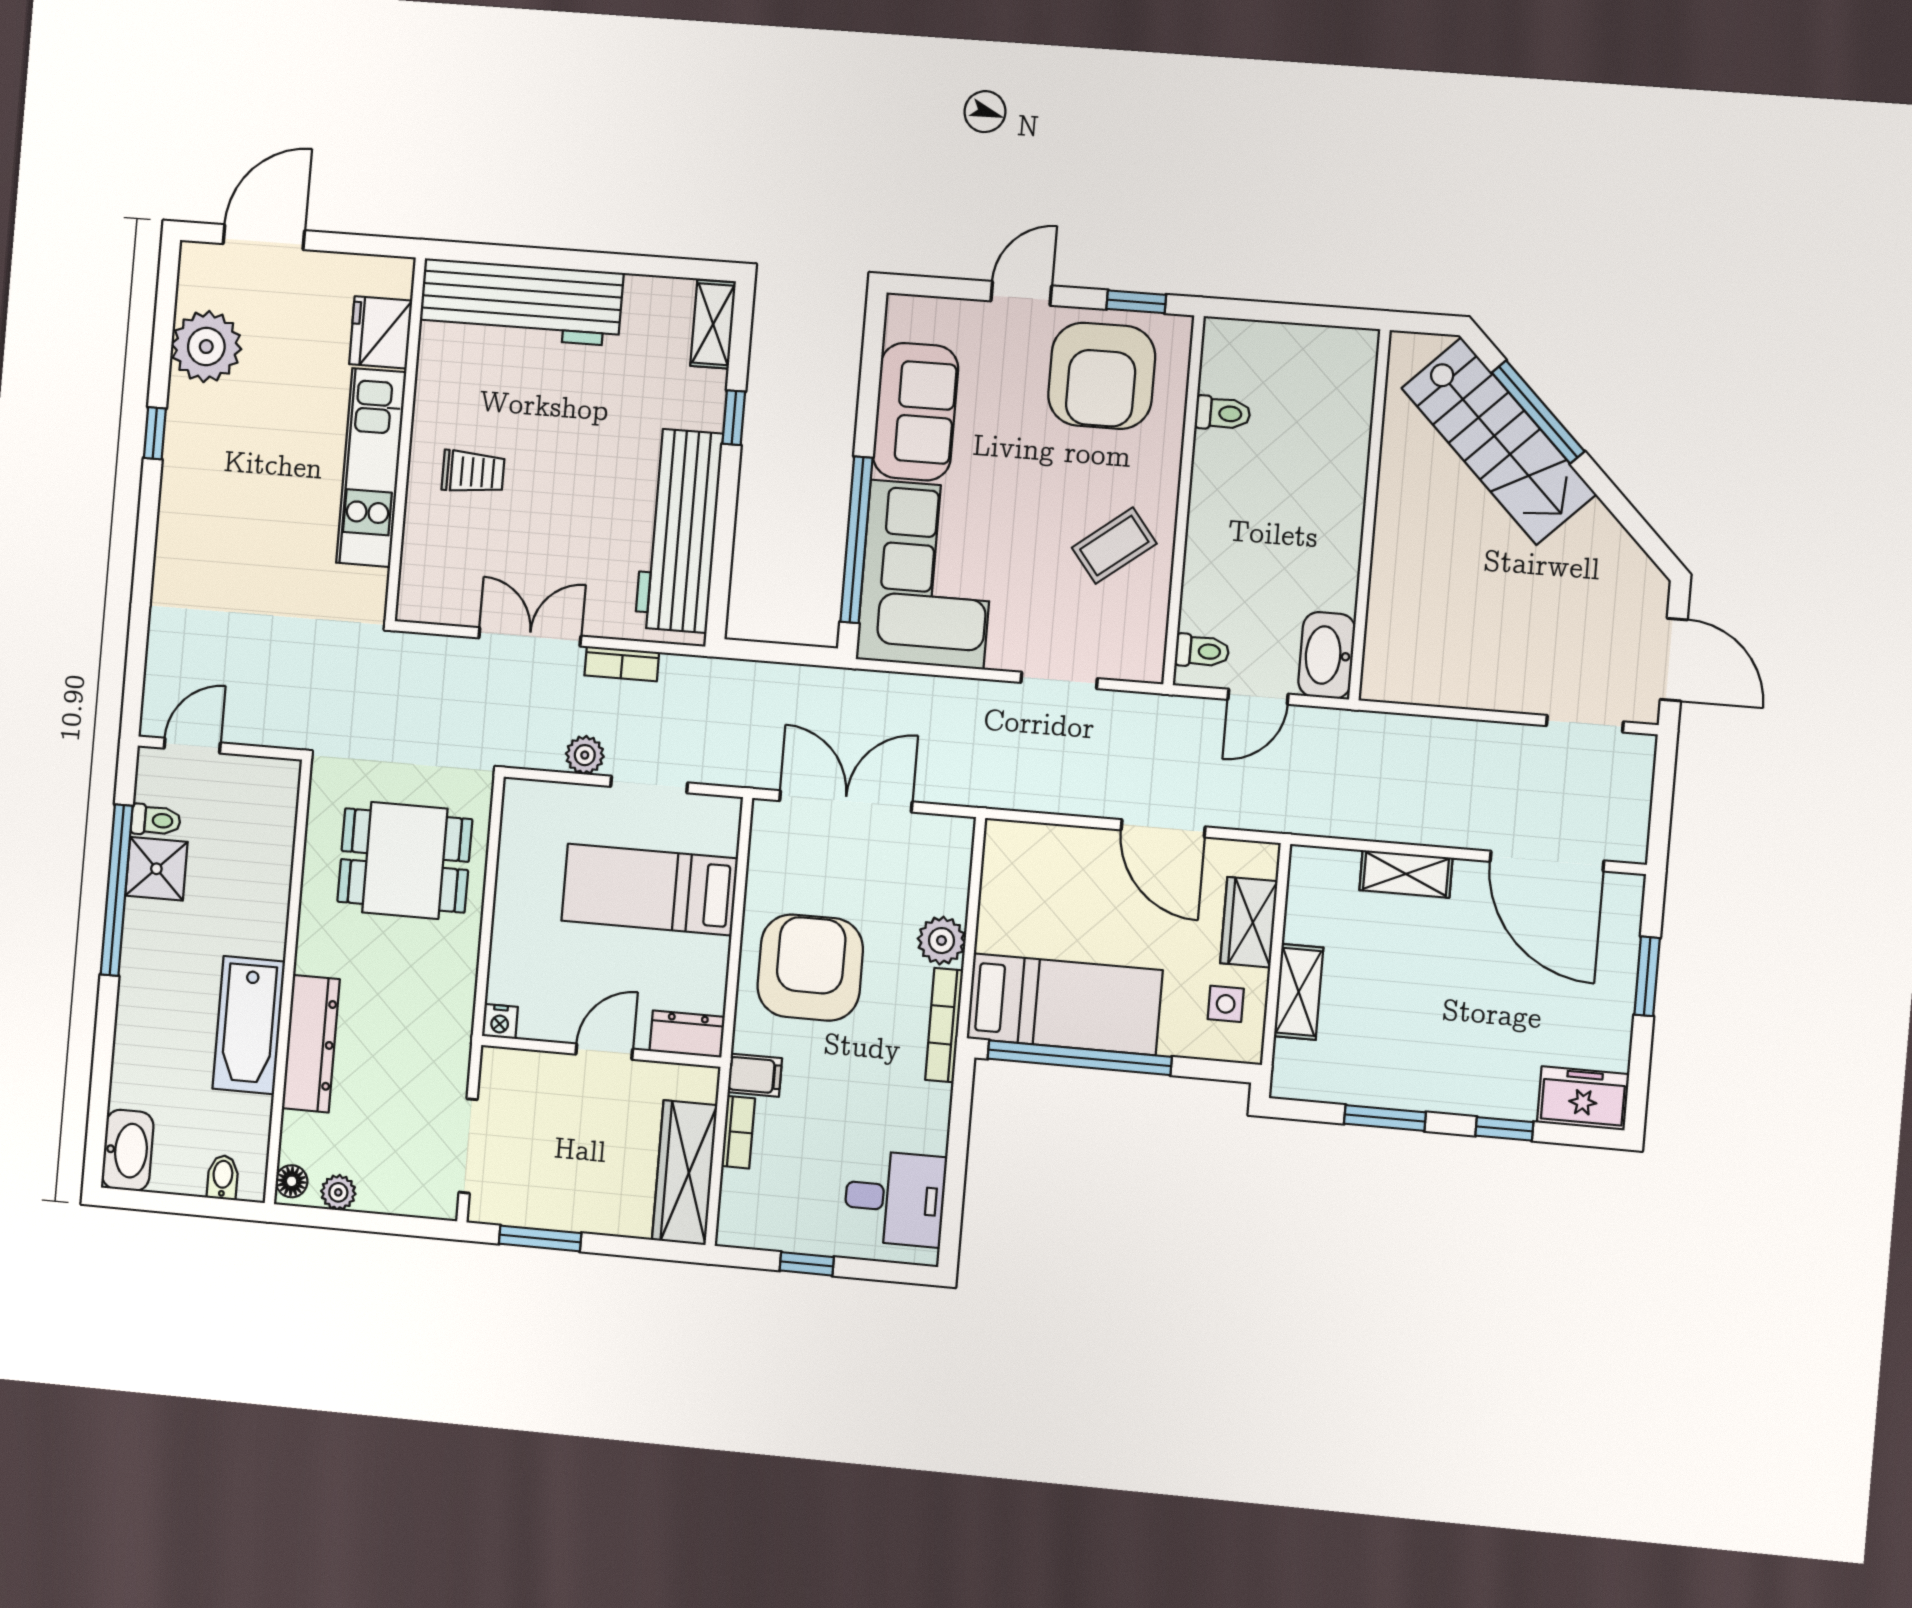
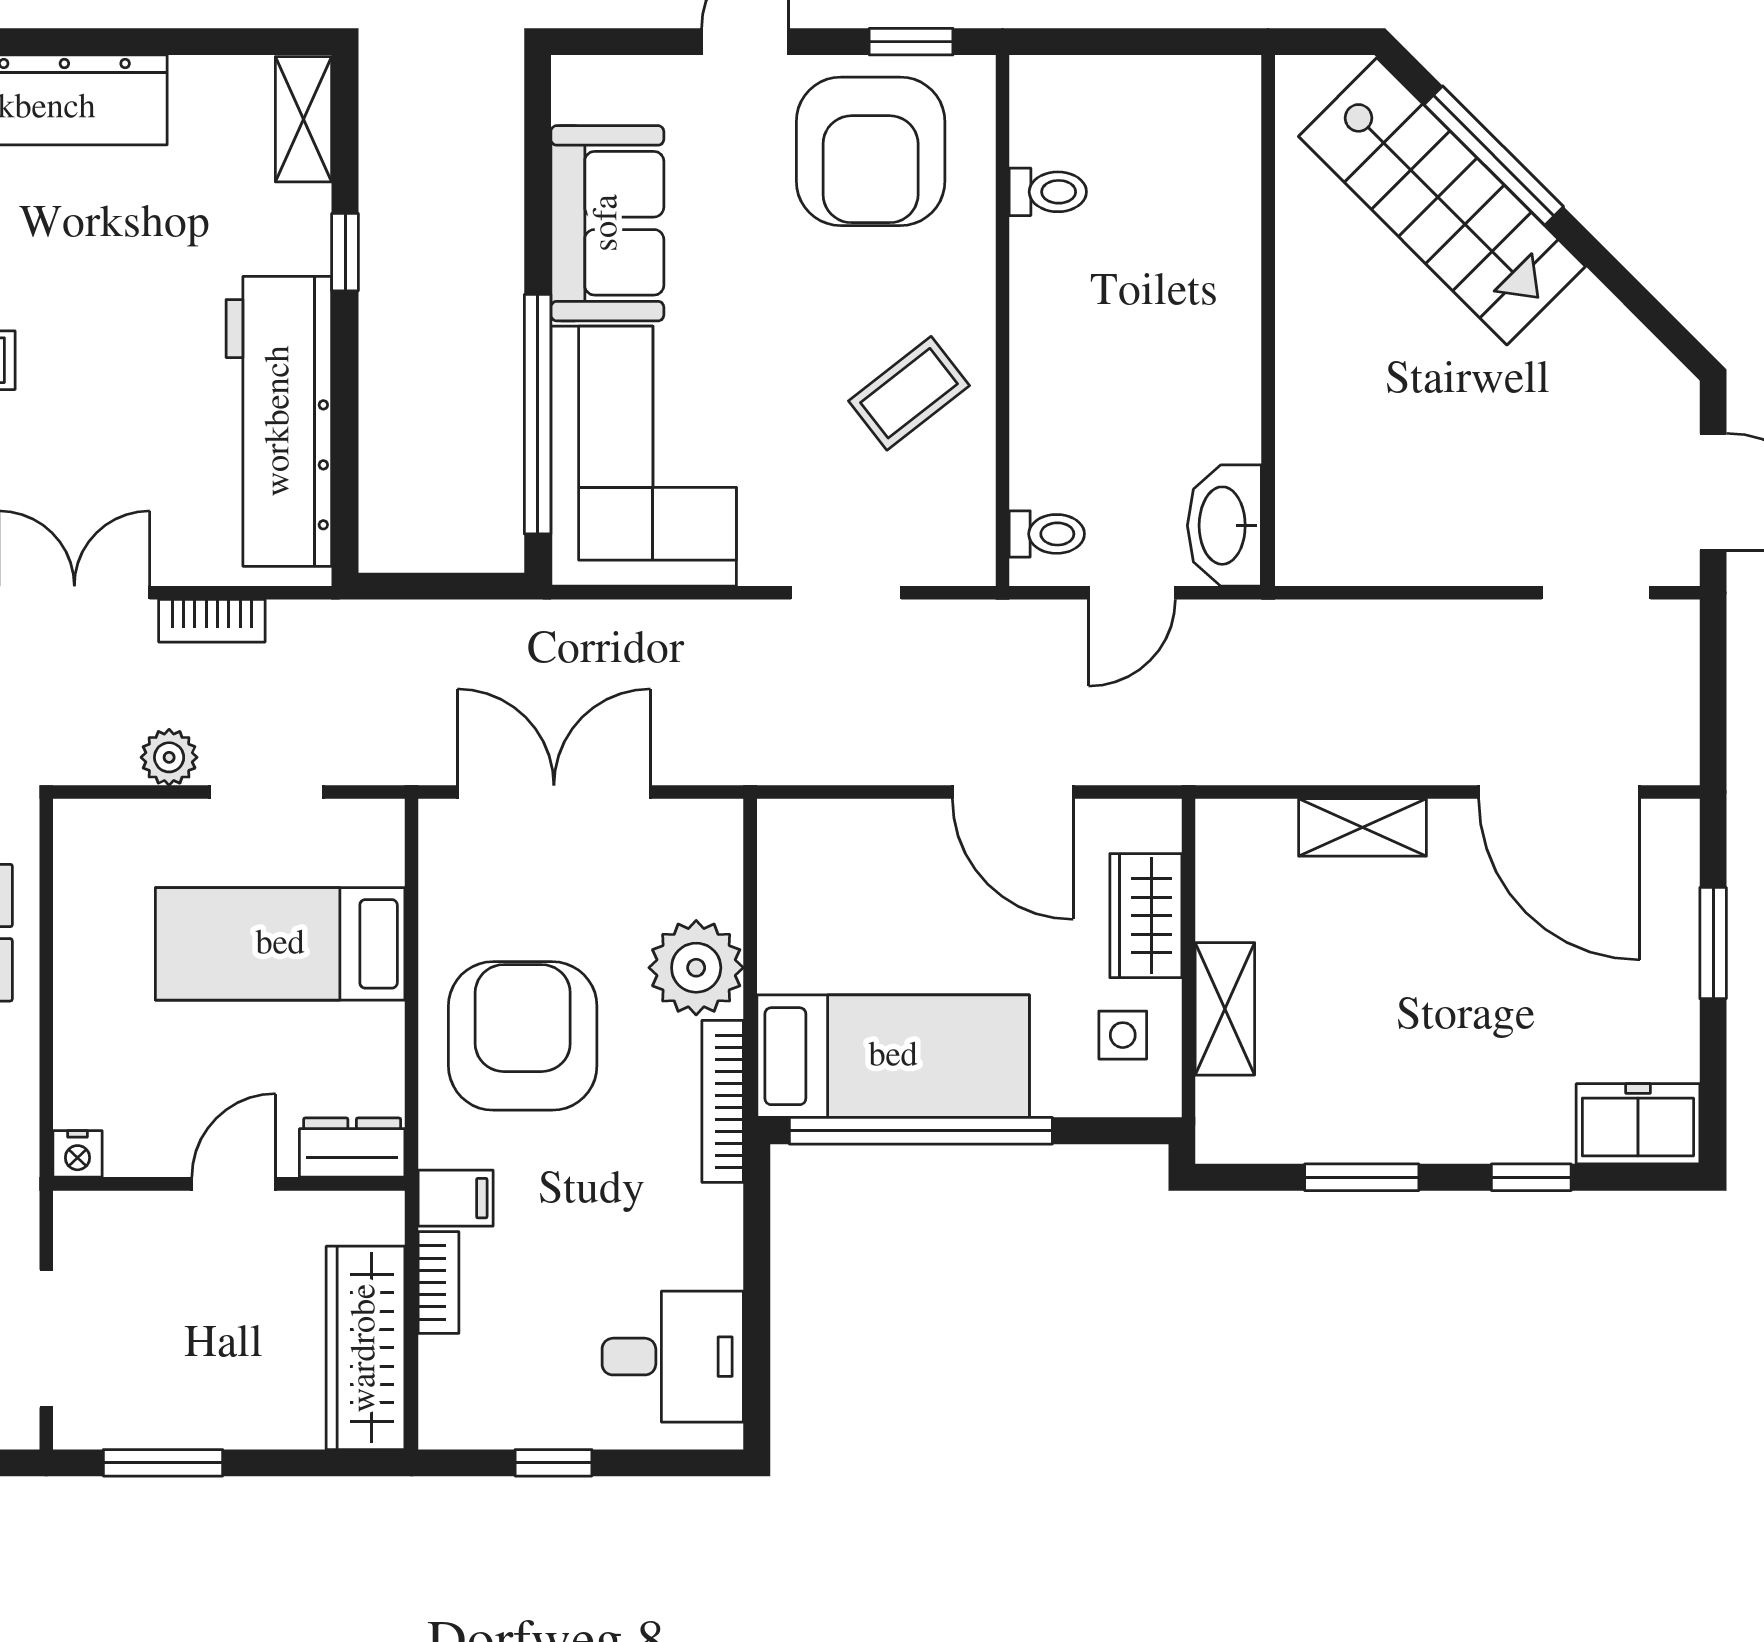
plant: (941, 941) -> (696, 968), width x1.36, depth x1.36

